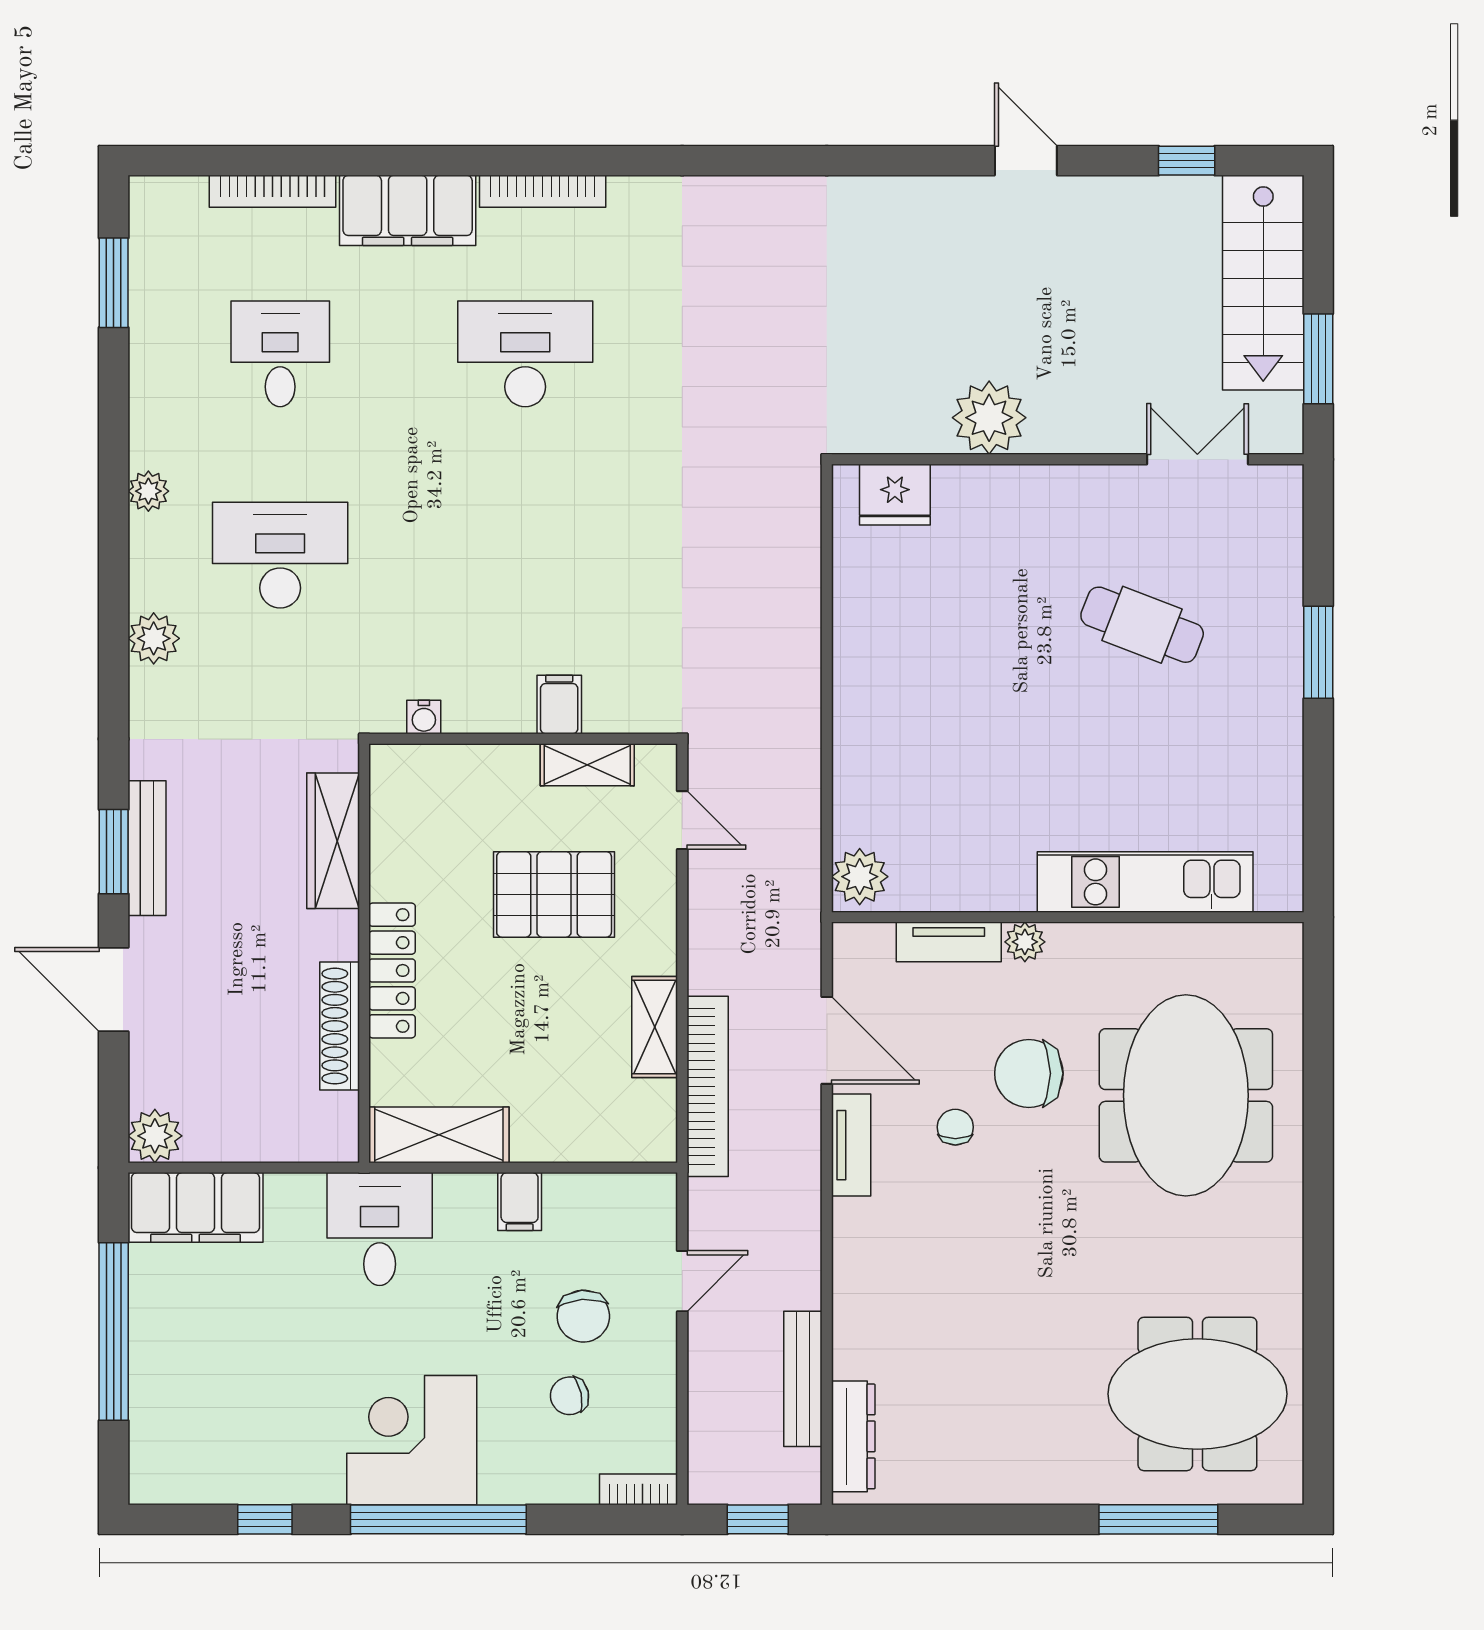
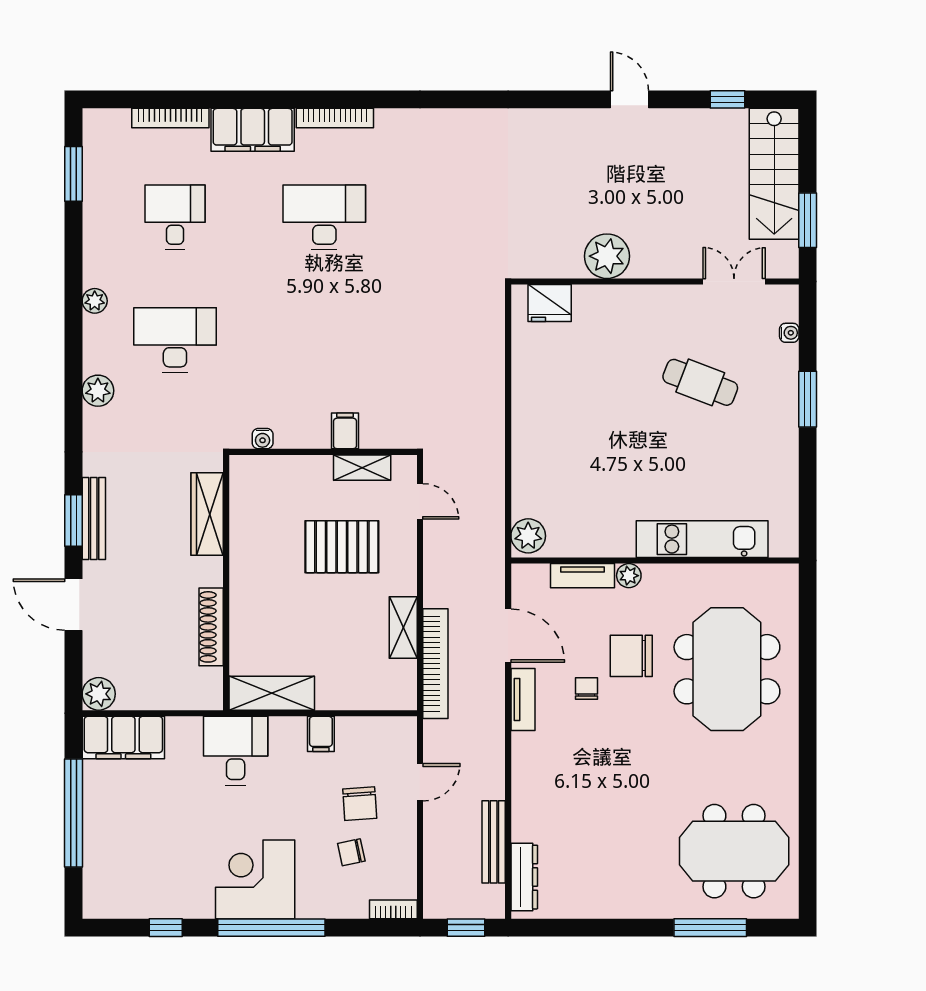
water cooler: (1288, 543) -> (789, 333), added
locker: (392, 970) -> (243, 593), removed

